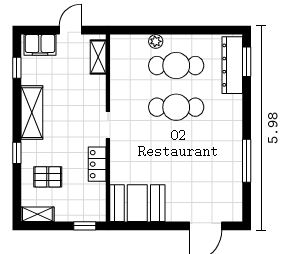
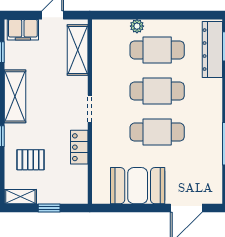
shelving: (98, 57) -> (78, 50), width x1.50, depth x1.33
cafe table: (176, 149) -> (157, 132), added
booth: (137, 203) -> (138, 186), moved
window: (85, 226) -> (49, 208), moved

